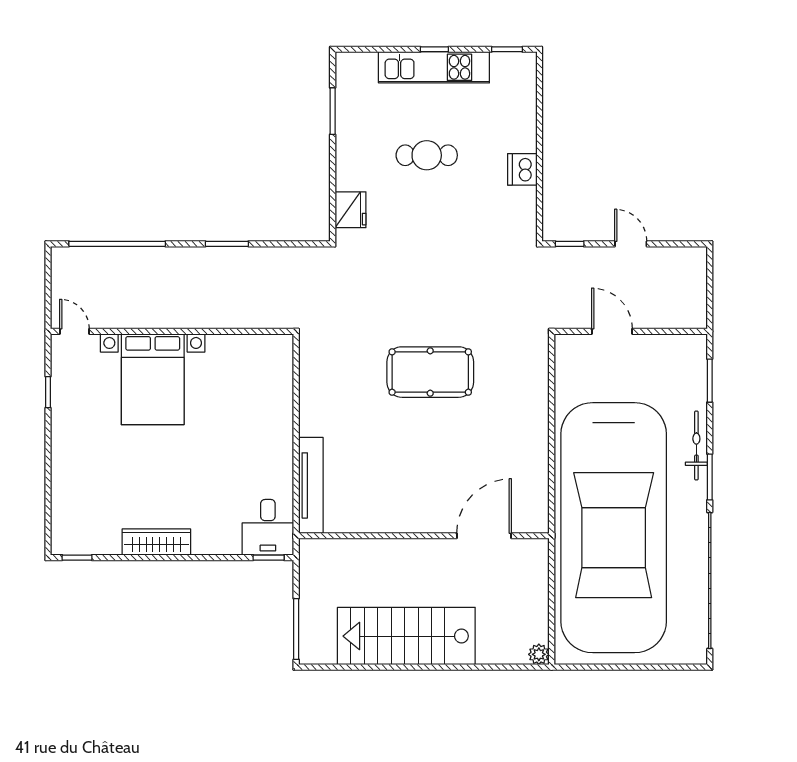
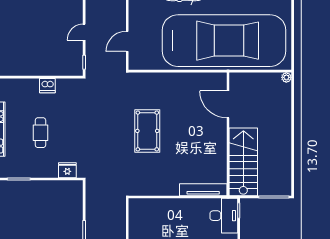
desk: (268, 527) -> (224, 216), width x1.37
stairs: (406, 636) -> (243, 162), moved, turned 180

